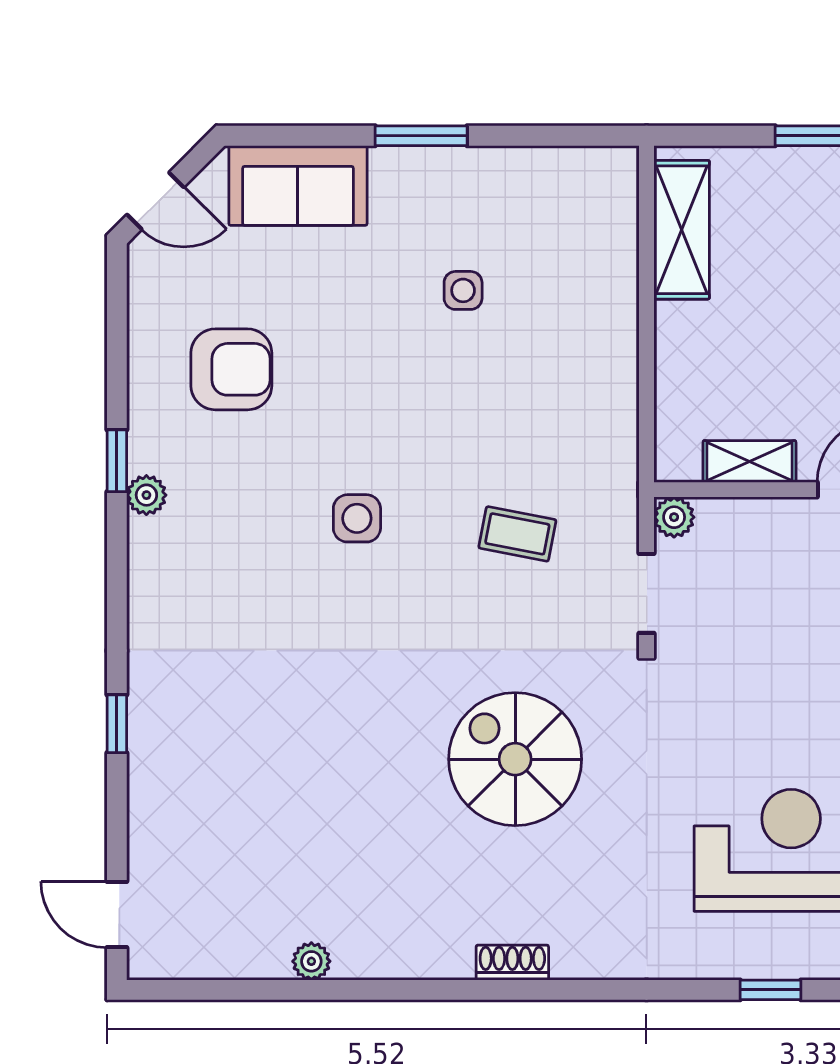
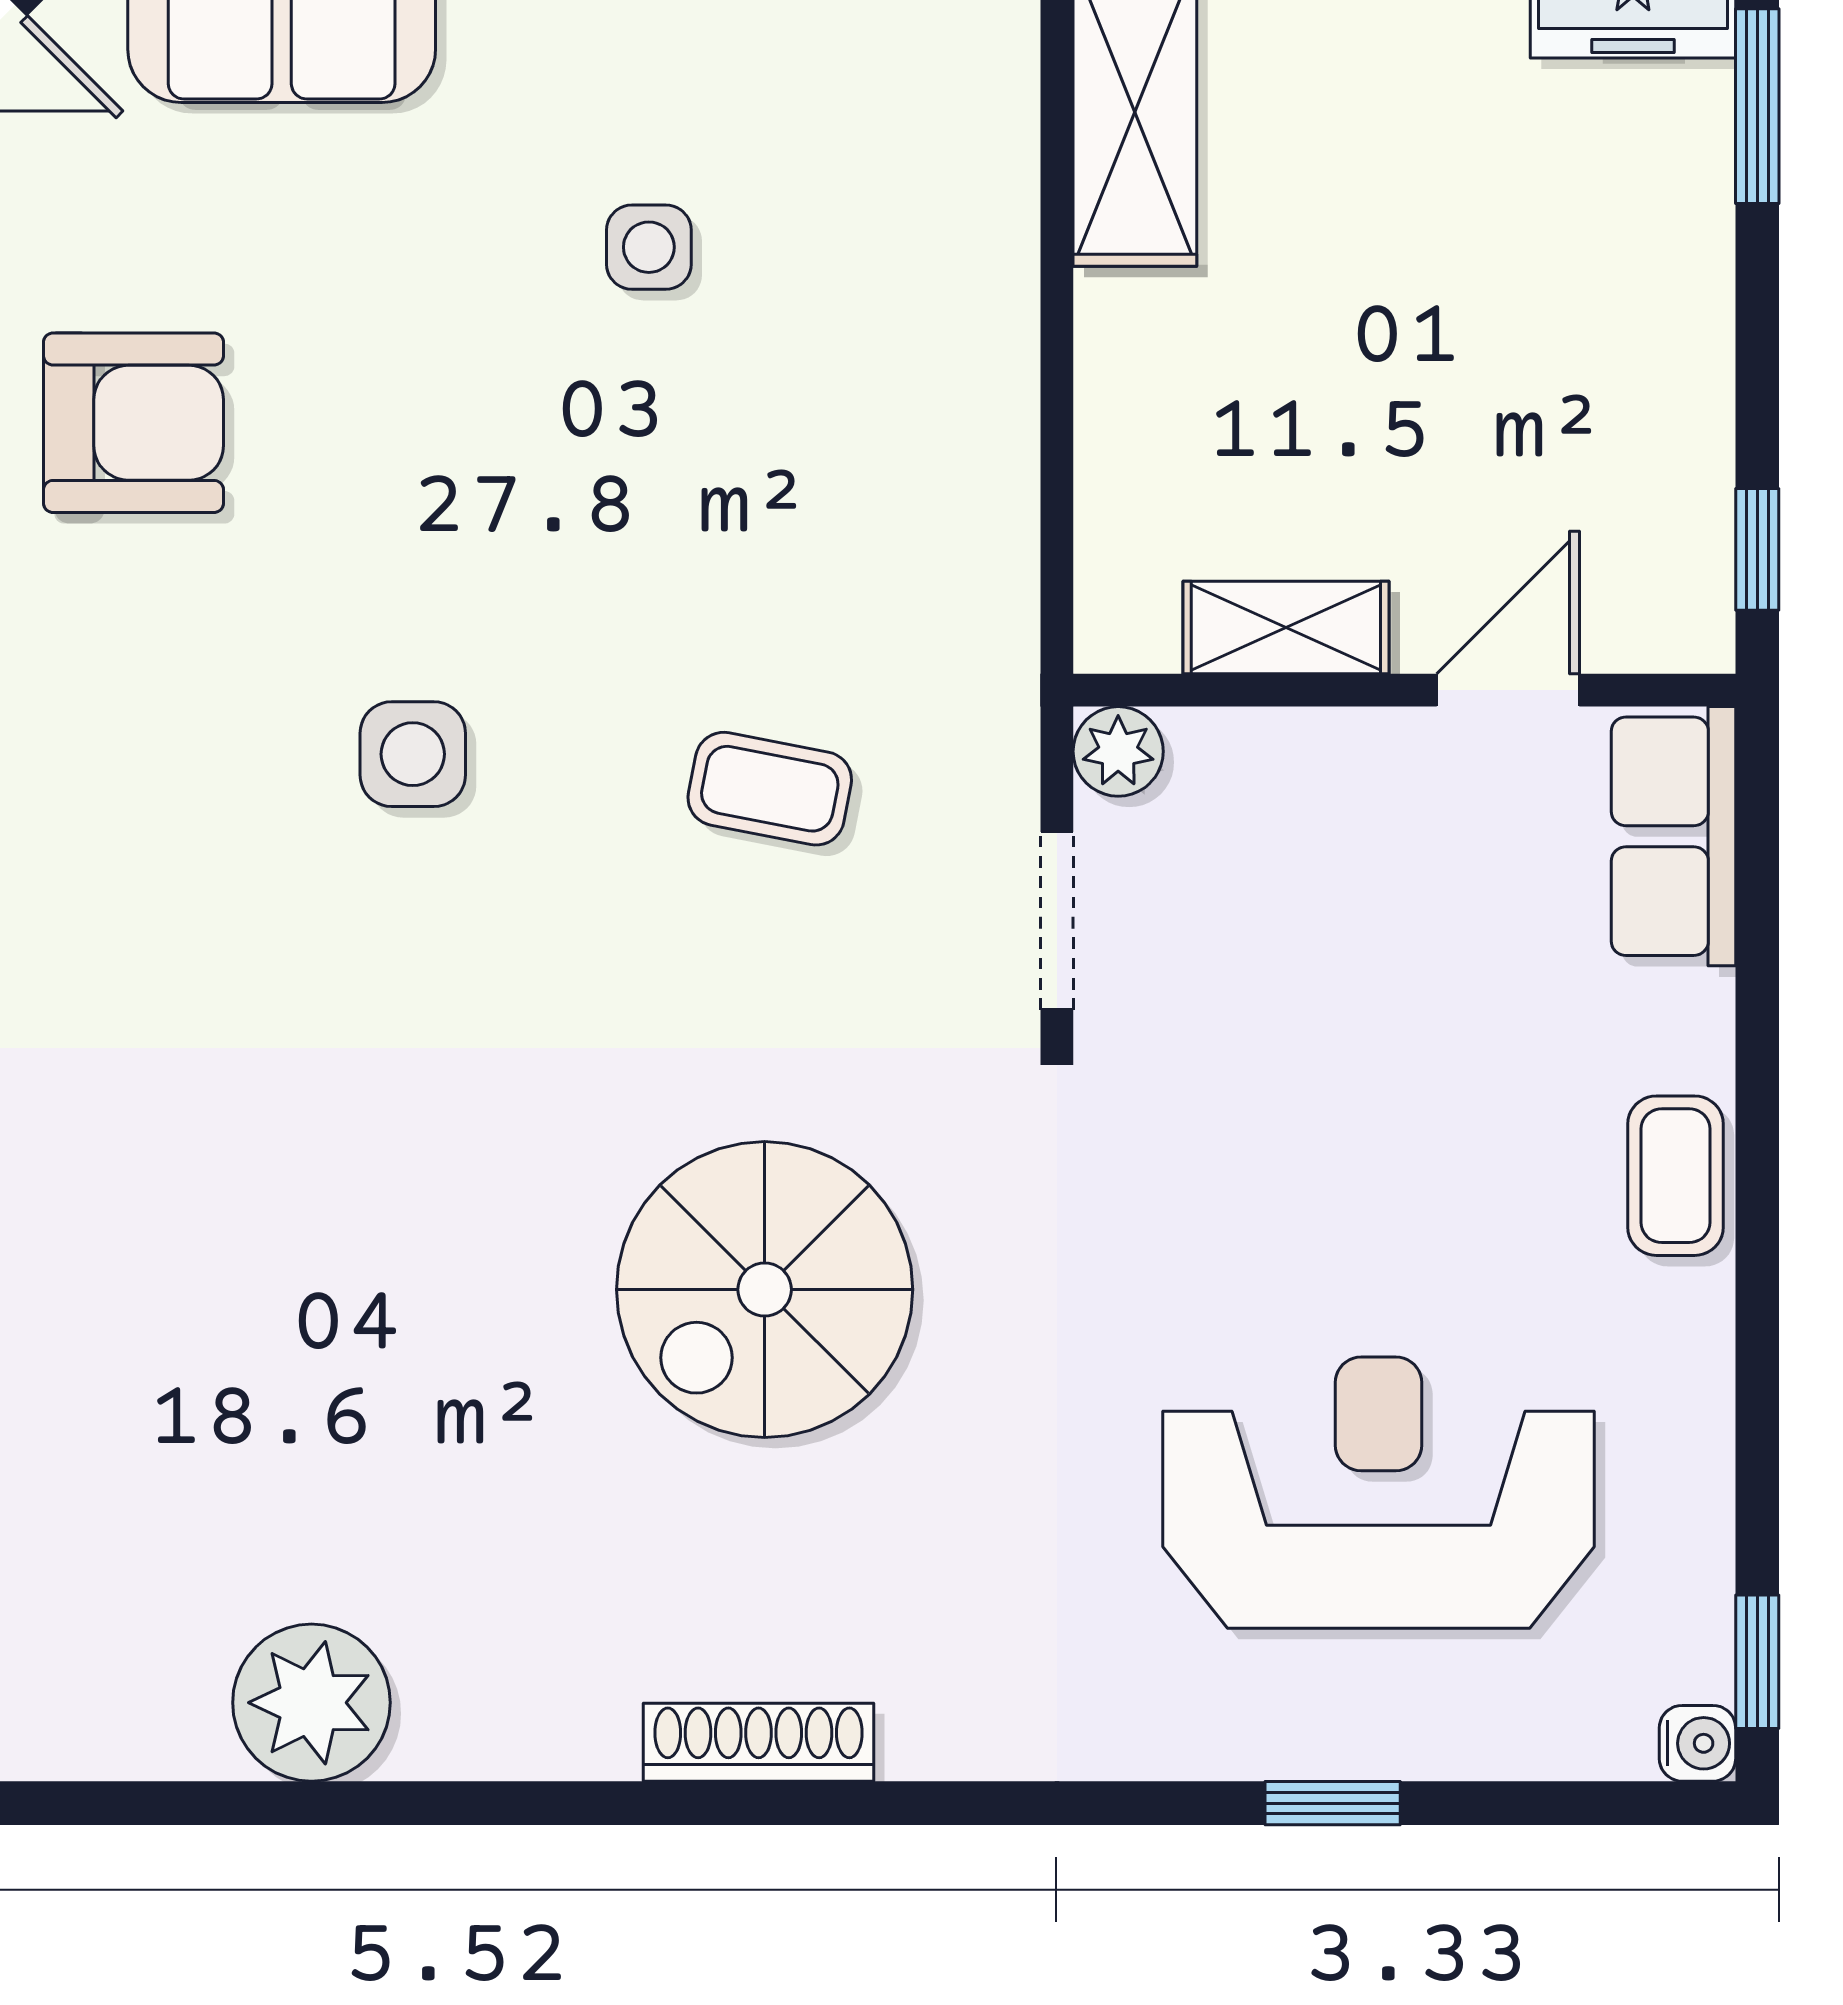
spiral stairs: (515, 759) -> (765, 1290), turned -90
plant: (311, 961) -> (311, 1703), width x1.88, depth x1.88
shoe rack: (512, 963) -> (759, 1742), width x1.43

